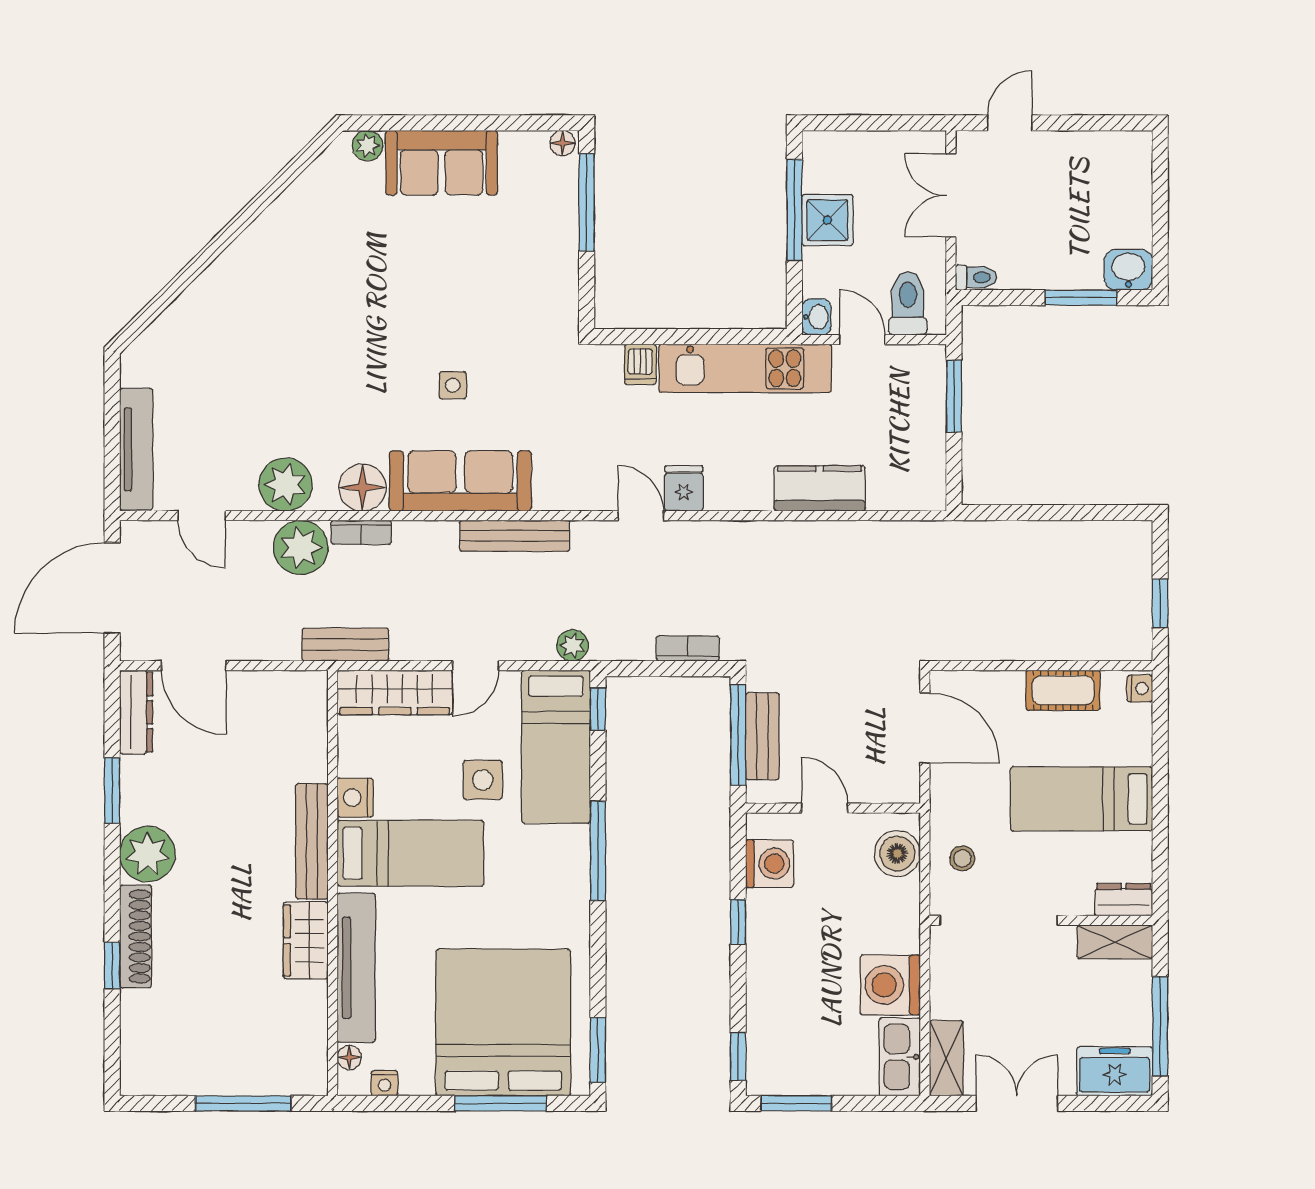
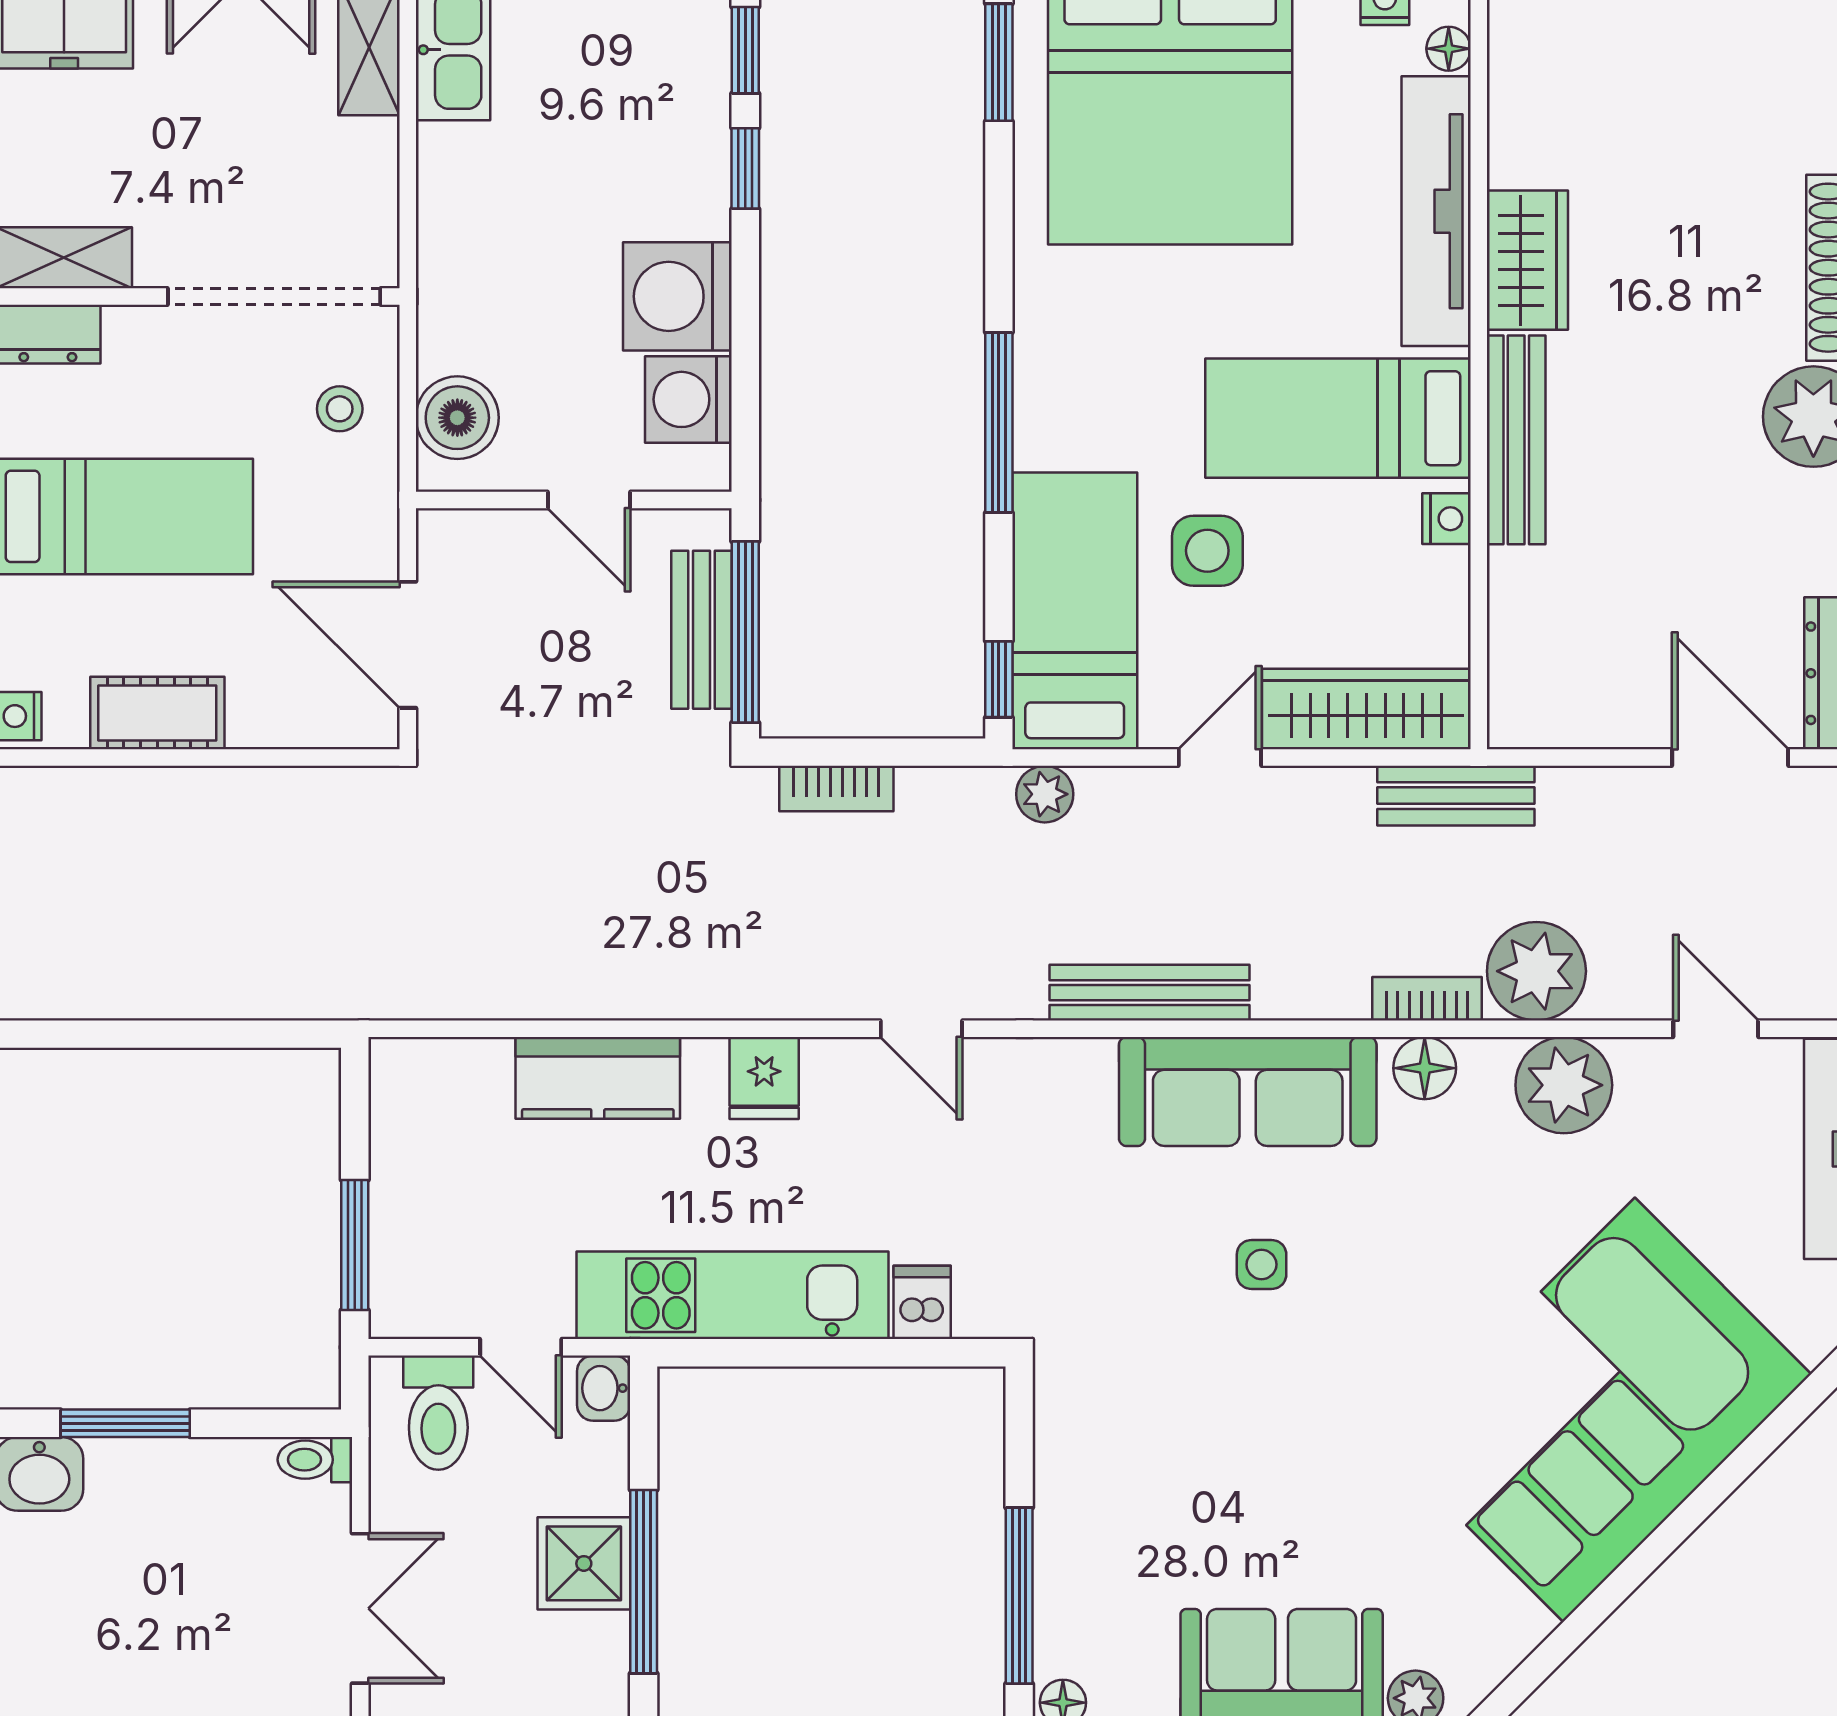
corner sofa: (266, 305) -> (1599, 1410), added
floor lamp: (362, 487) -> (1425, 1068), width x0.73, depth x0.73
fridge: (684, 488) -> (764, 1078), moved
nightstand: (355, 798) -> (1447, 519), width x0.72, depth x0.74
window: (738, 922) -> (745, 168), moved
washing machine: (890, 985) -> (677, 296), moved, turned 180

